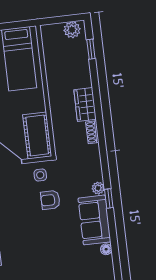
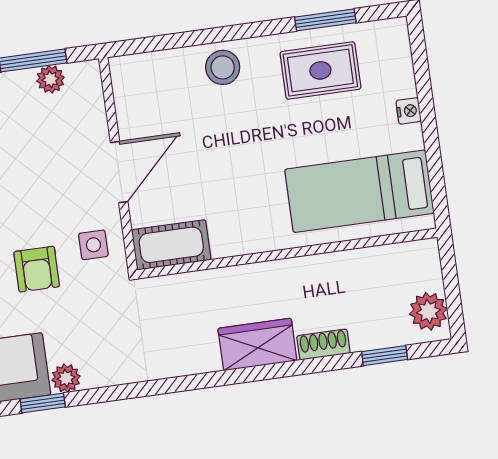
shoe rack: (92, 132) -> (323, 345), moved
cot: (37, 136) -> (171, 245), width x0.73, depth x0.75
armchair: (50, 200) -> (37, 269), turned 180

